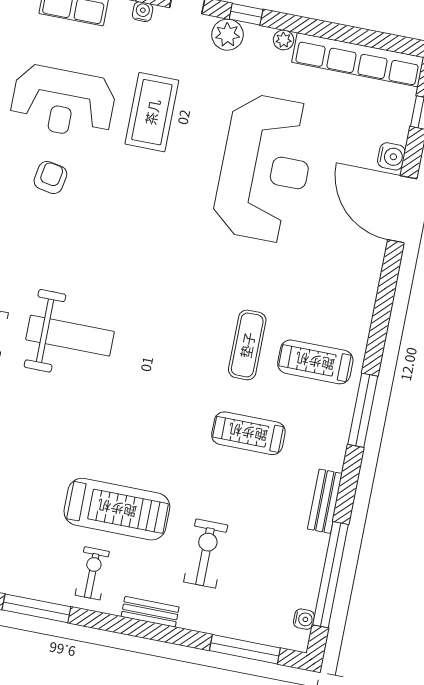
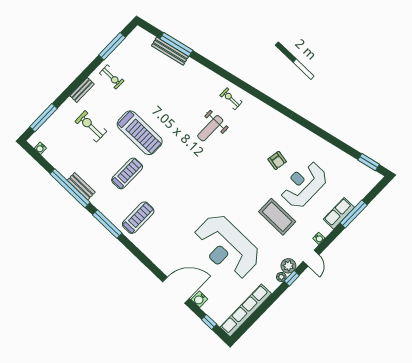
plant: (284, 40) -> (281, 277), moved
weight bench: (70, 336) -> (210, 128), width x0.73, depth x0.75
exercise mat: (247, 345) -> (162, 195), removed
treadmill: (117, 509) -> (140, 133), moved, turned -90
exercise bike: (206, 553) -> (91, 126), turned 180
window: (331, 575) -> (70, 188), moved

